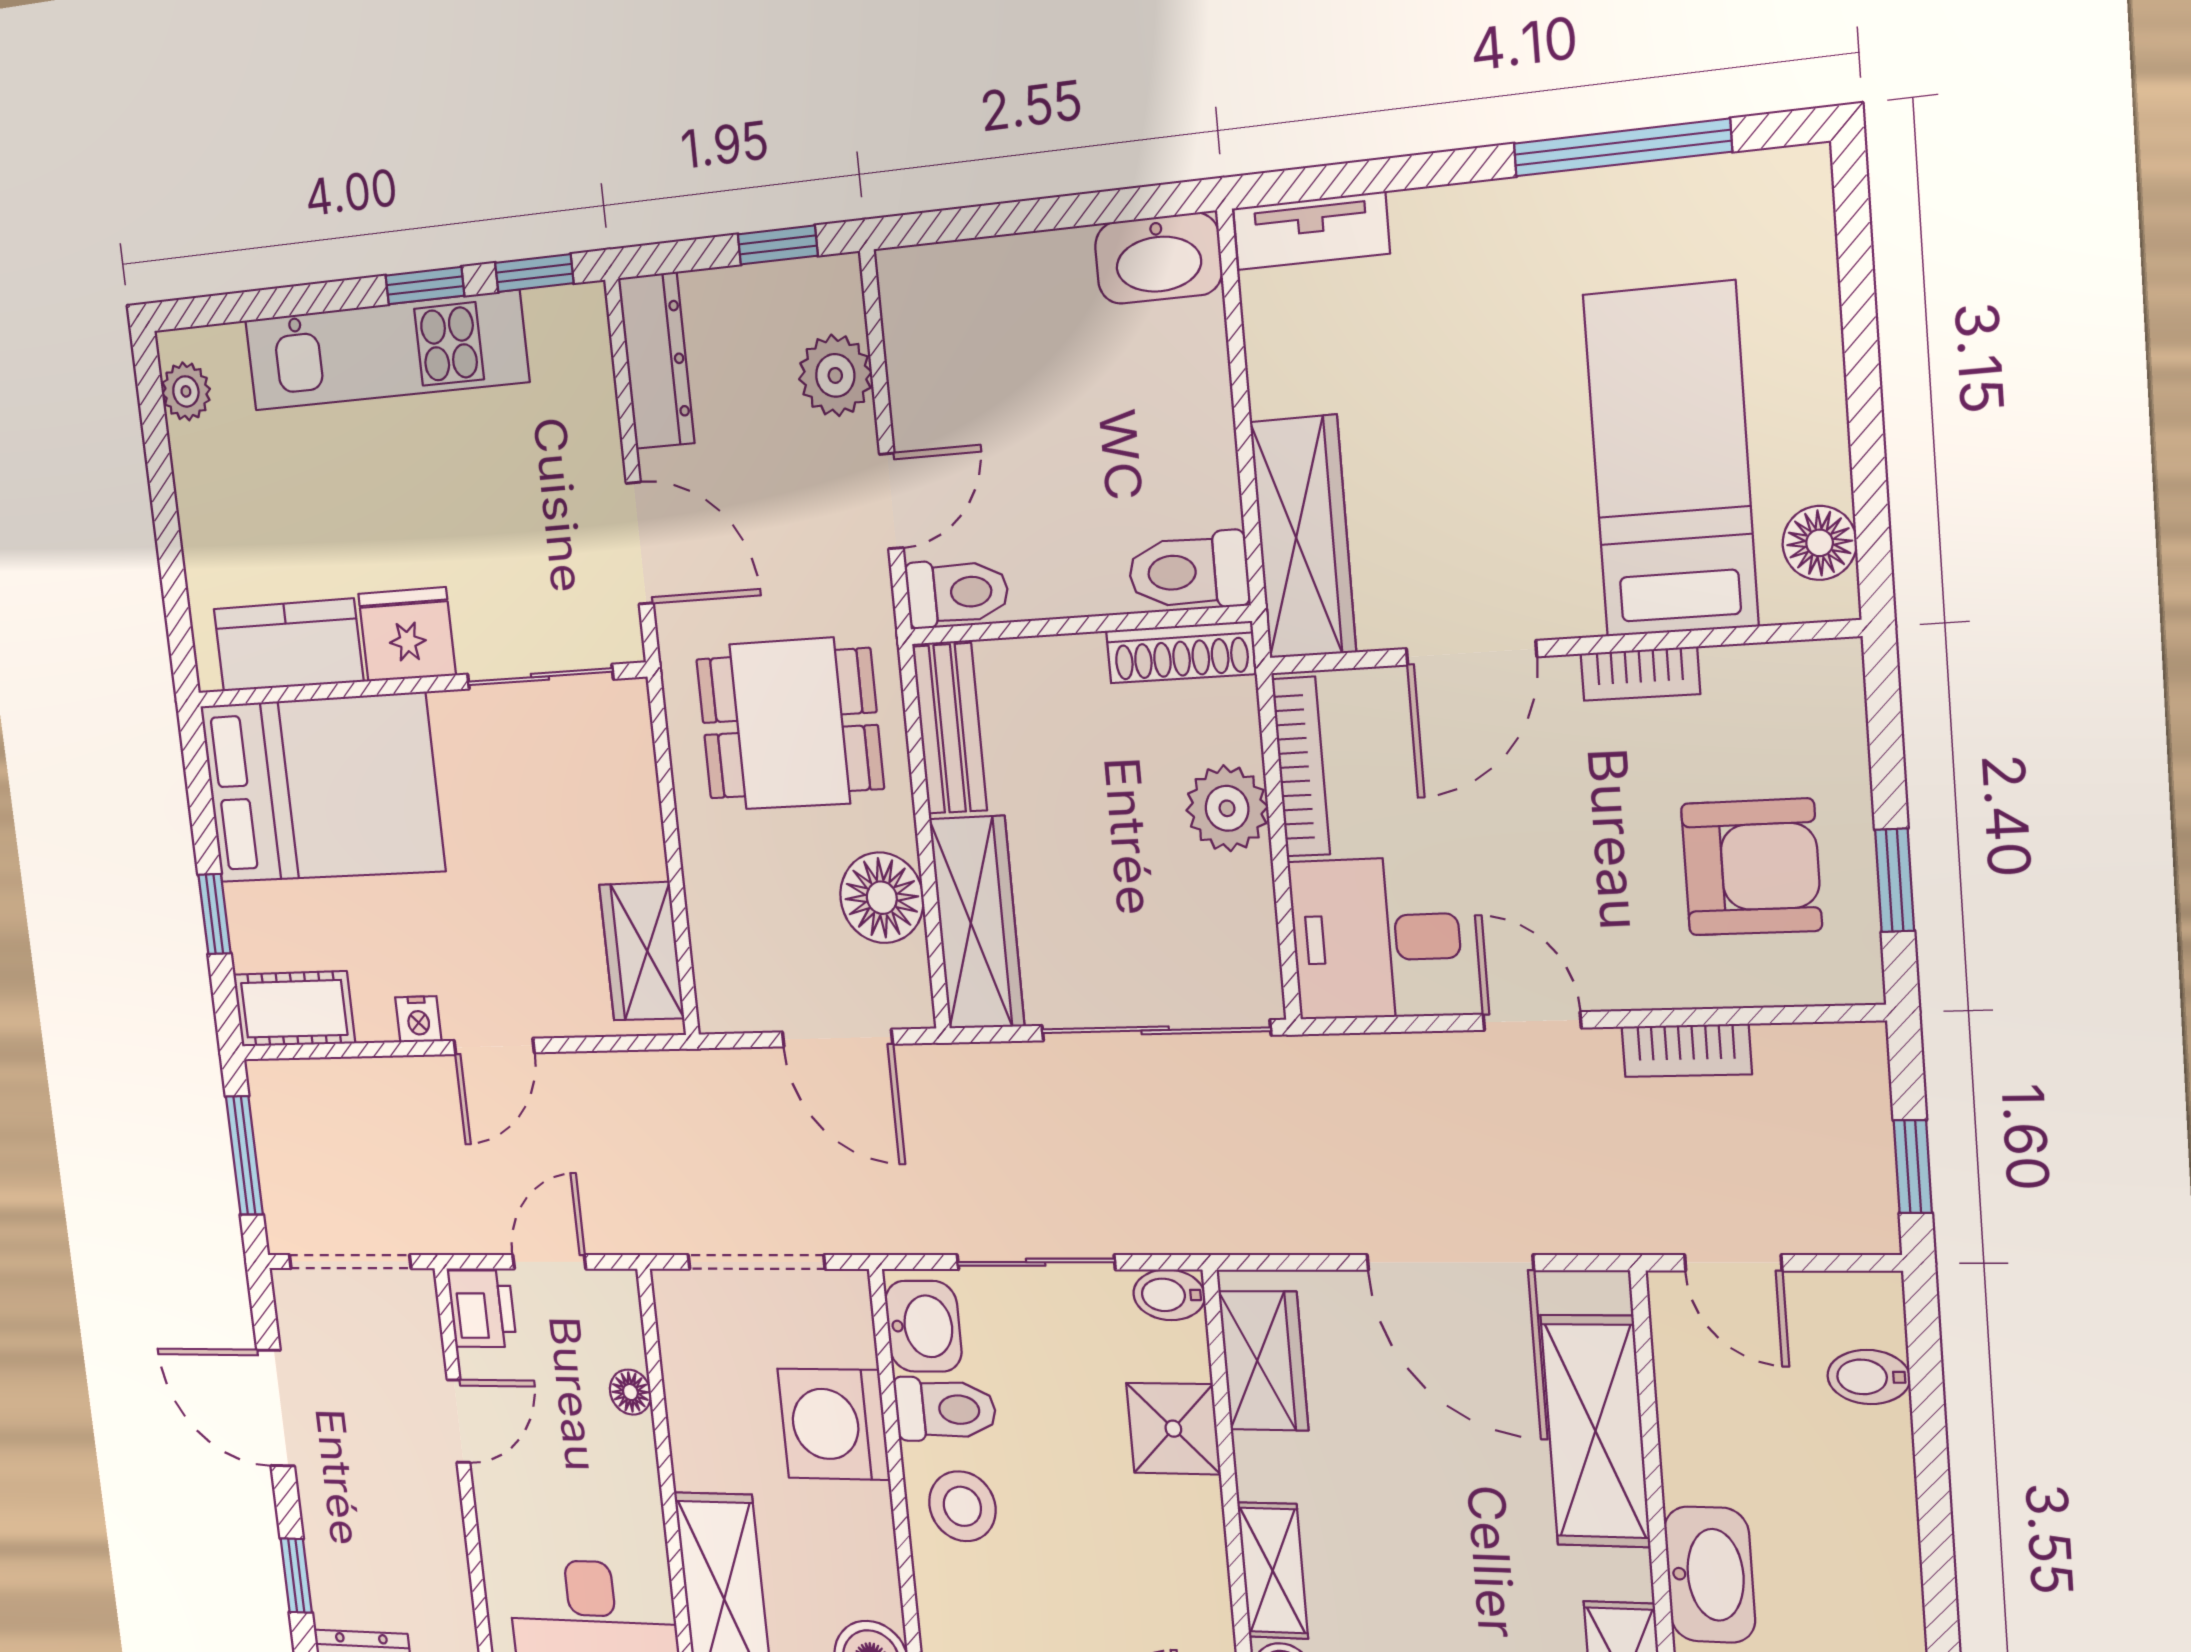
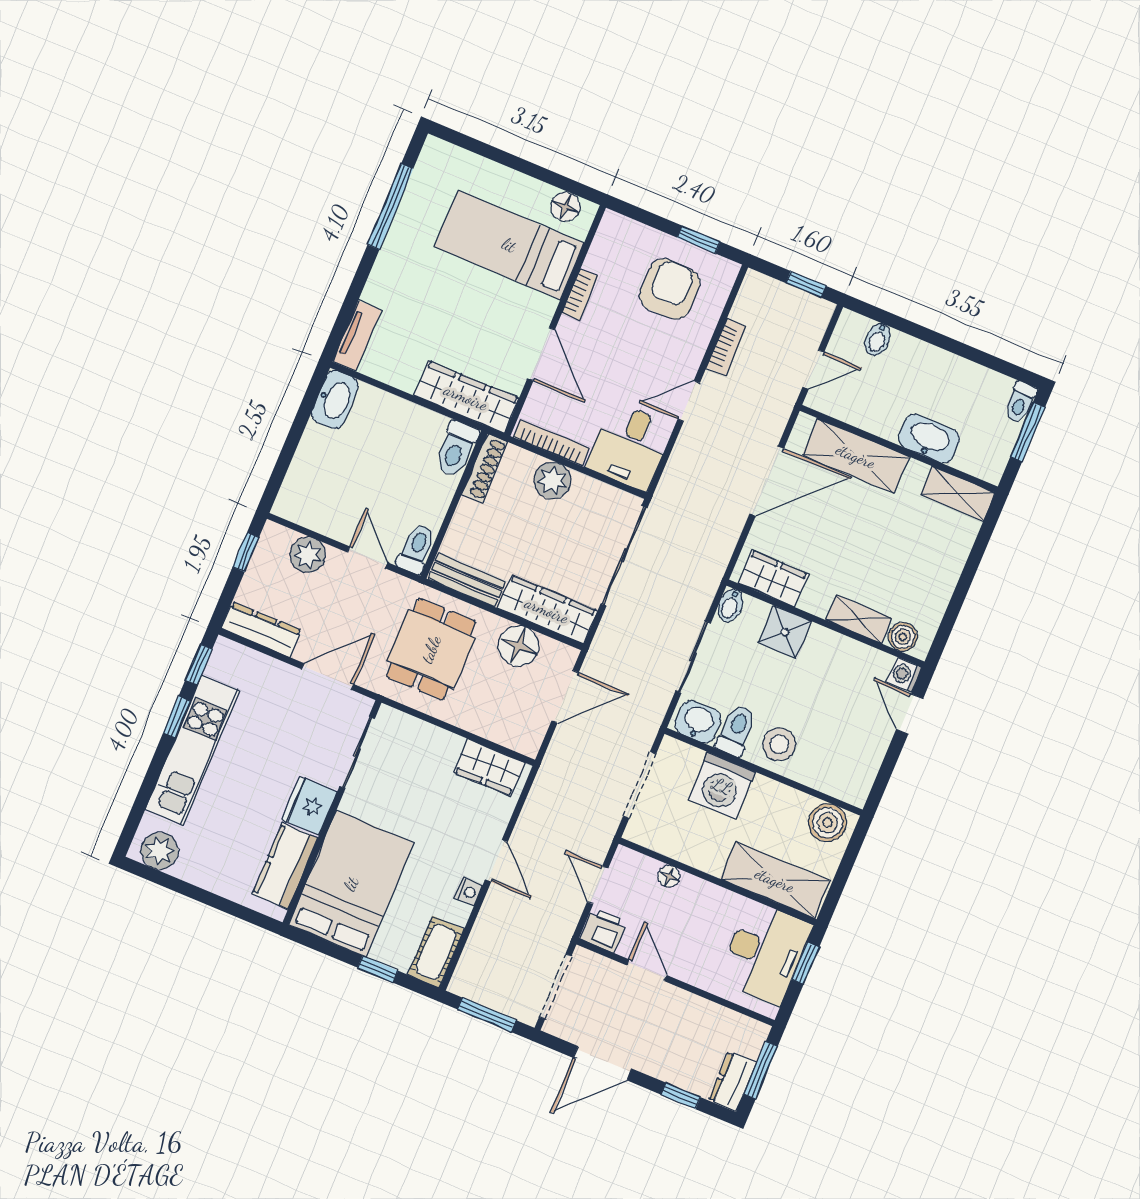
plant: (186, 391) -> (160, 851), width x1.38, depth x1.38

